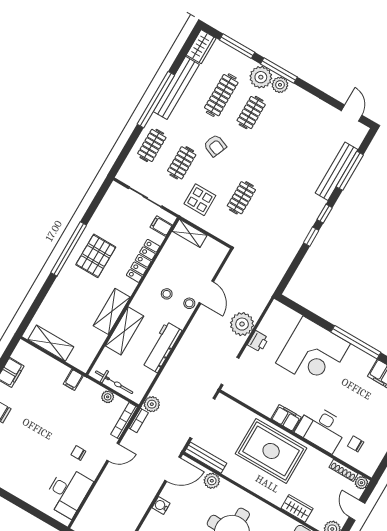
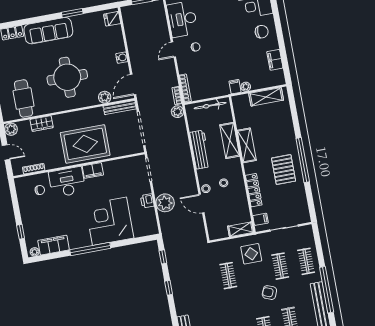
window: (325, 214) -> (163, 257), moved
plant: (108, 397) -> (246, 87), moved
door: (113, 452) -> (173, 50), moved
plant: (361, 483) -> (17, 171), removed

